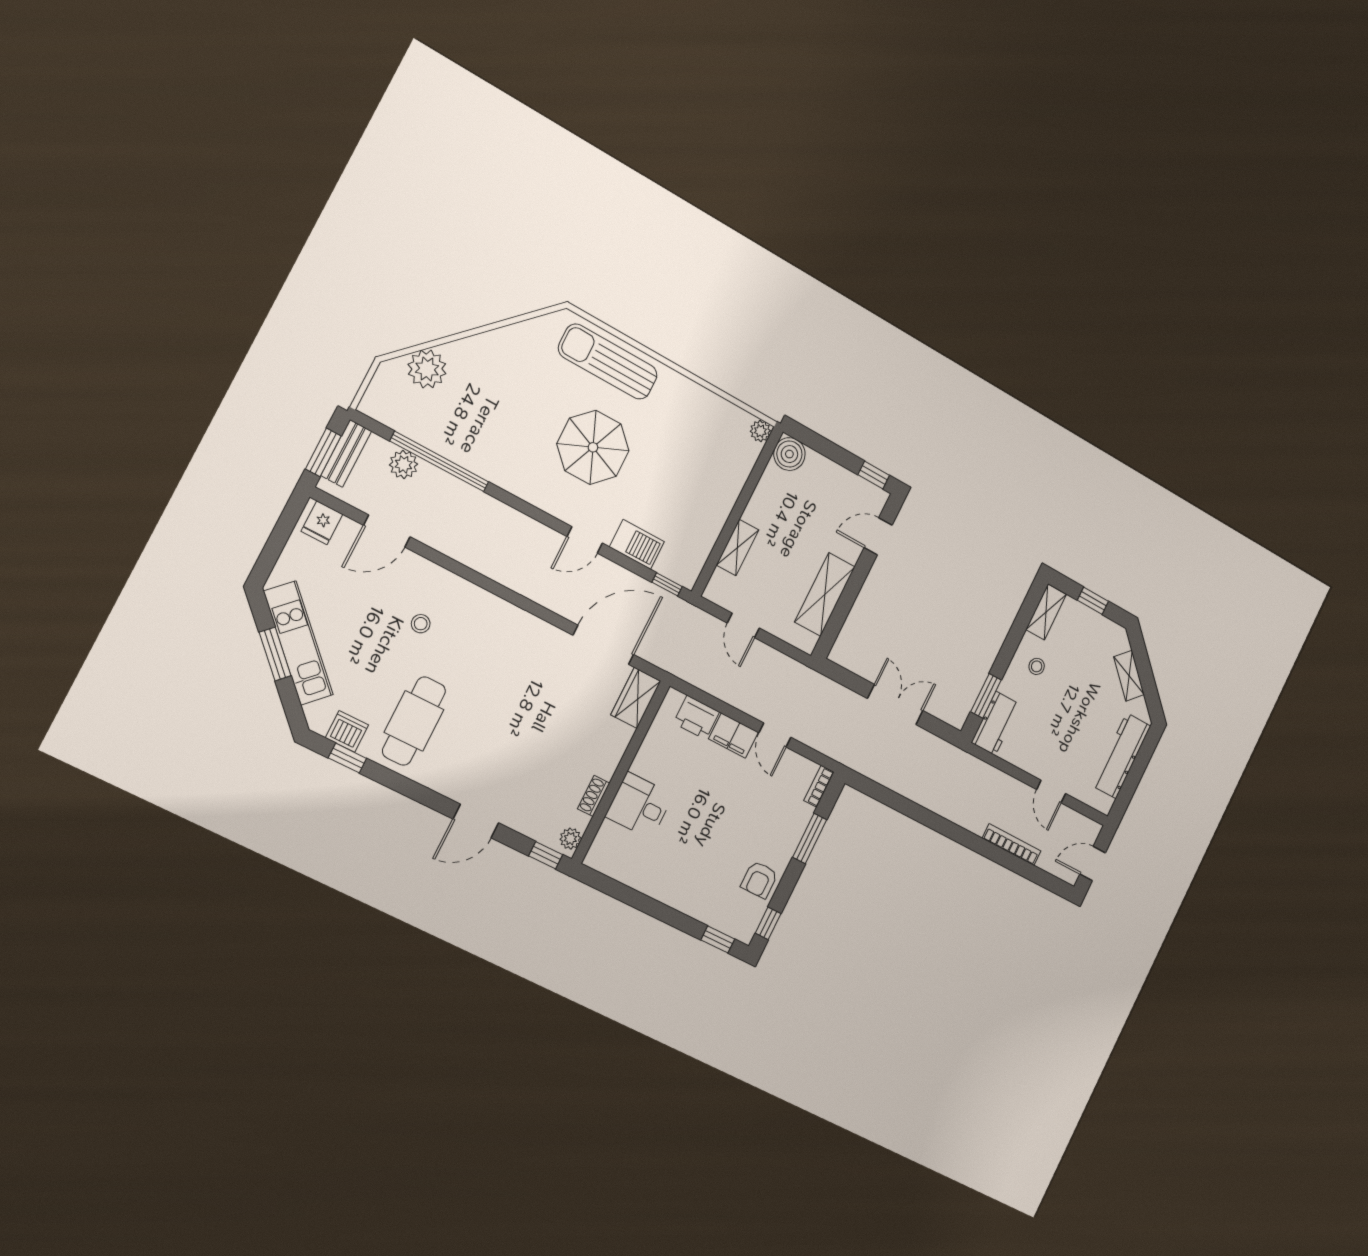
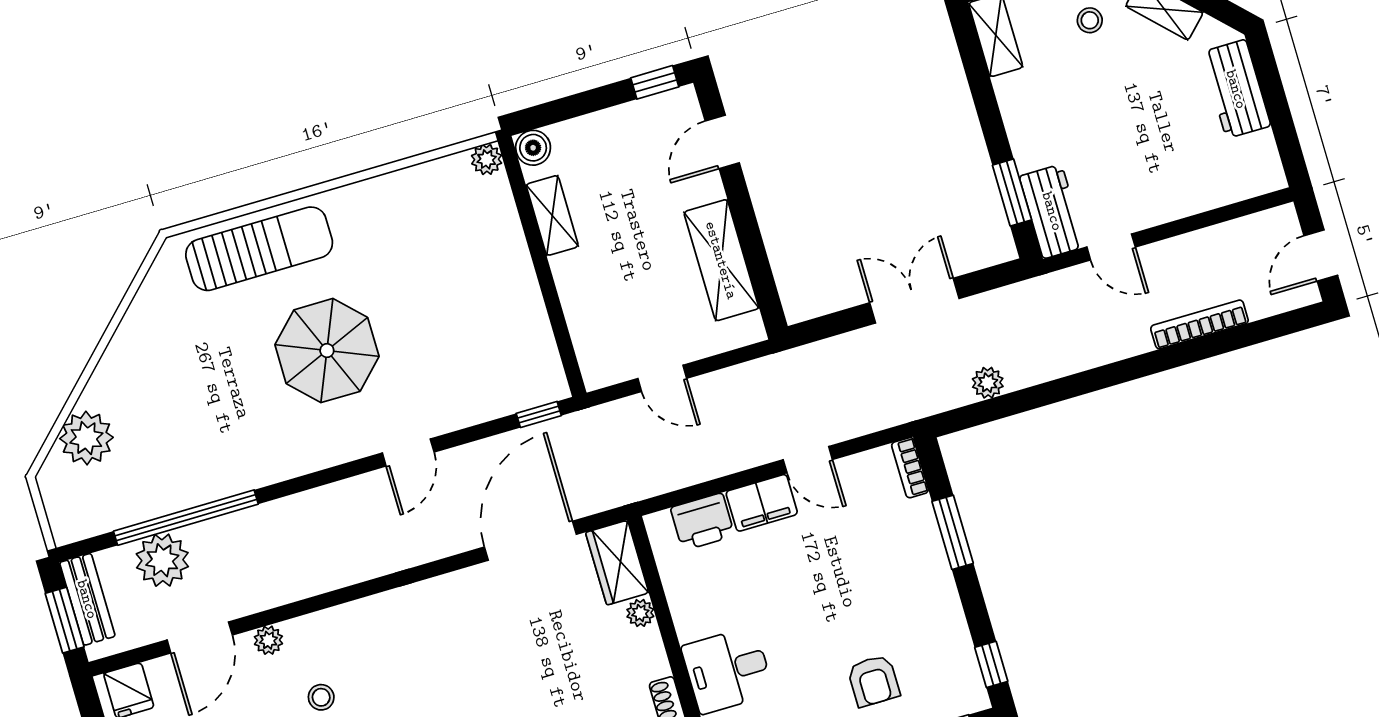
sun lounger: (608, 362) -> (259, 249), turned 180
boiler: (789, 454) -> (533, 148), width x0.73, depth x0.73
plant: (404, 464) -> (162, 560), width x1.36, depth x1.36
barbecue: (637, 544) -> (467, 404), removed
shelving: (738, 548) -> (552, 215), moved
plant: (422, 567) -> (268, 640), added
stool: (1037, 666) -> (1090, 20), moved
plant: (623, 735) -> (640, 613), added
workbench: (1121, 756) -> (1236, 89), width x0.73
plant: (892, 779) -> (988, 383), added
door: (1051, 792) -> (1111, 247), moved
armchair: (759, 880) -> (874, 681), moved

